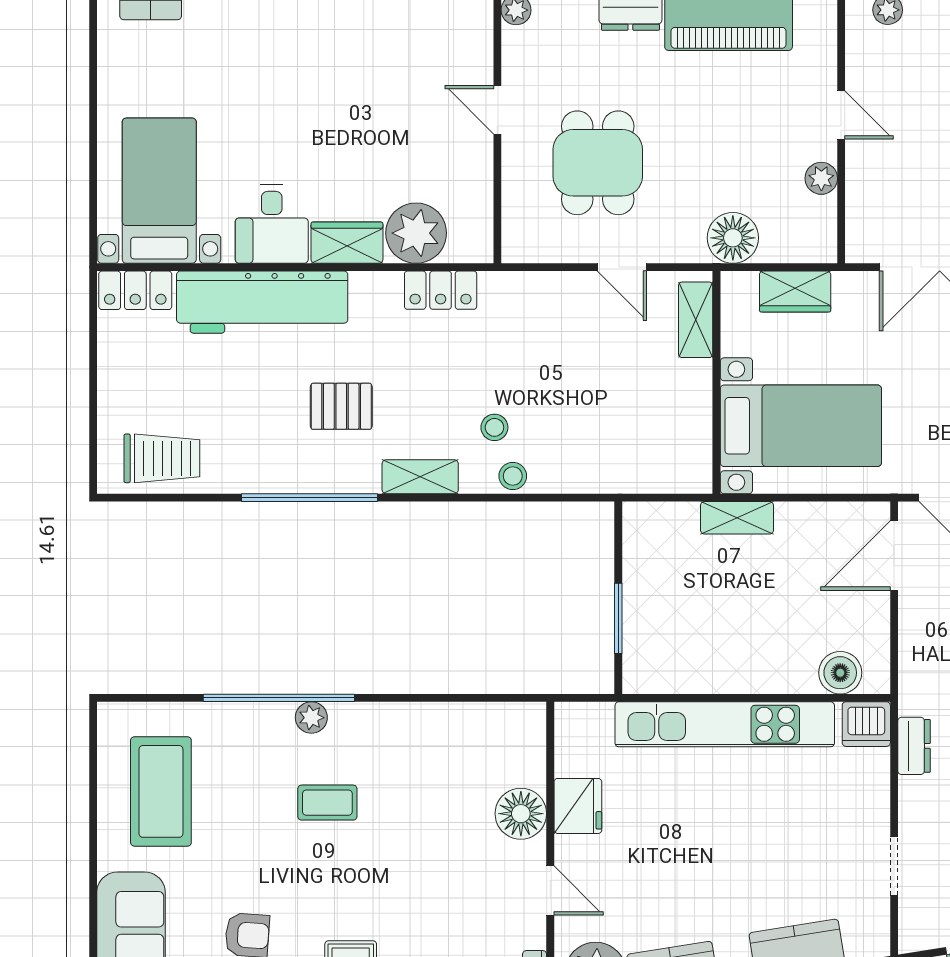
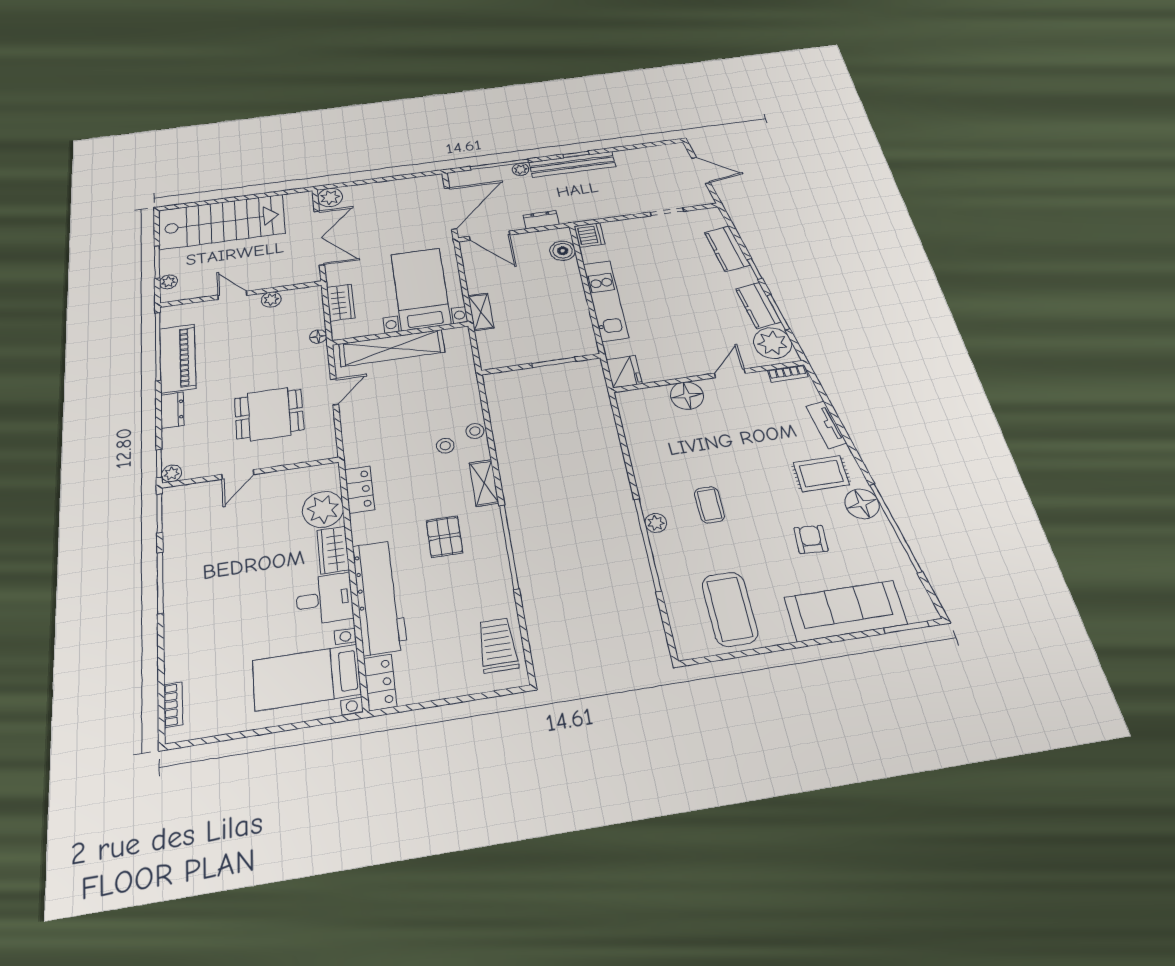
door: (841, 115) -> (232, 295), hinge flipped
floor lamp: (733, 238) -> (318, 337), width x0.53, depth x0.53
shelving: (696, 320) -> (392, 348), width x2.20, depth x1.33
kitchen unit: (725, 724) -> (606, 301), width x0.73
dresser: (914, 746) -> (541, 220), moved
coffee table: (161, 791) -> (730, 609), turned 90
fridge: (578, 806) -> (624, 372), moved, turned 90

